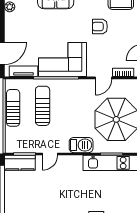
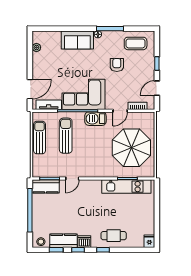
armchair: (100, 27) -> (117, 65), turned 90
barbecue: (81, 145) -> (95, 119), moved, turned 180

